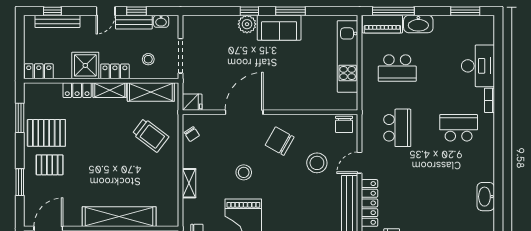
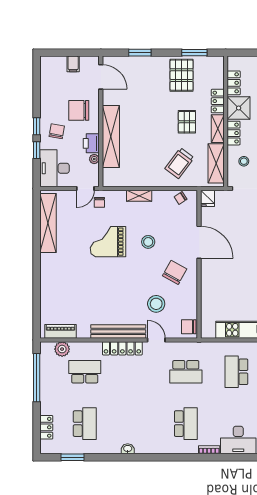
locker: (39, 71) -> (234, 83), moved
pallet: (50, 165) -> (187, 122), moved
washbasin: (486, 197) -> (128, 449), width x0.52, depth x0.69

